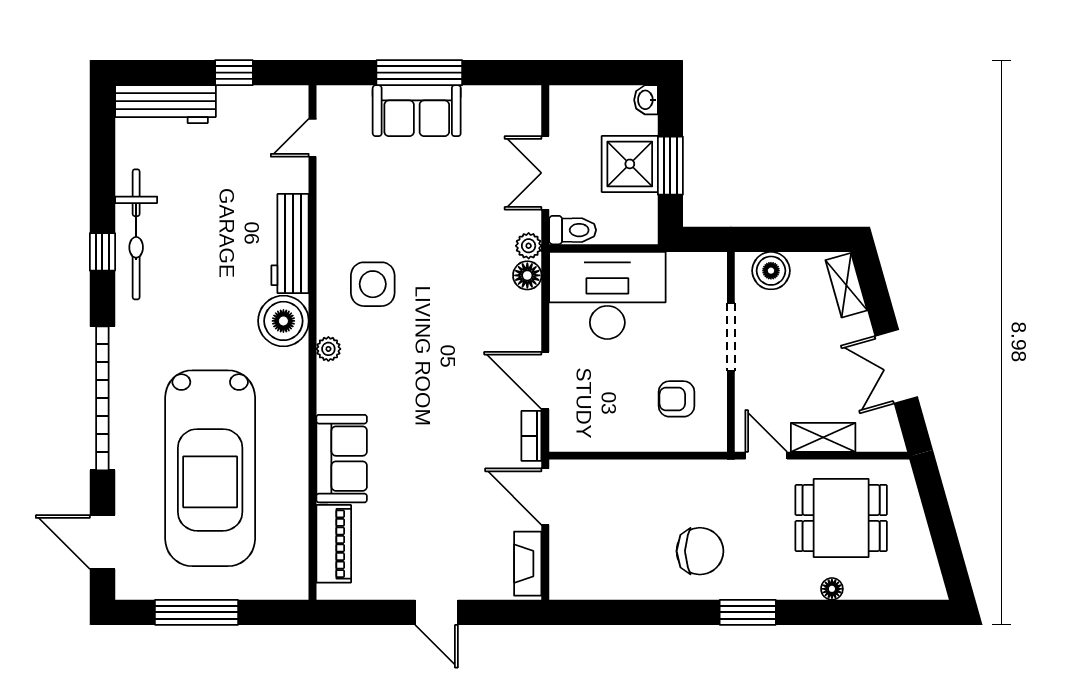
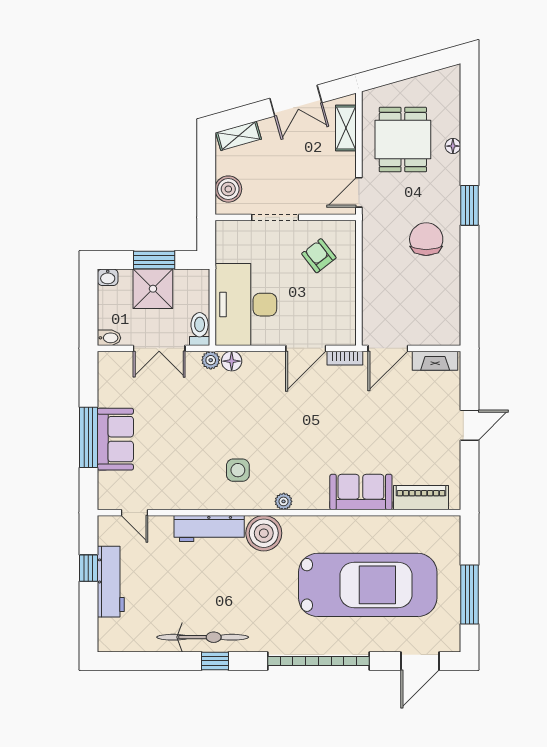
bidet: (560, 102) -> (109, 338), added
workbench: (165, 104) -> (111, 582), moved
side table: (373, 284) -> (238, 470), width x0.73, depth x0.73
armchair: (677, 399) -> (319, 256), turned 142
shelving: (823, 437) -> (346, 128), moved

